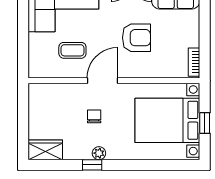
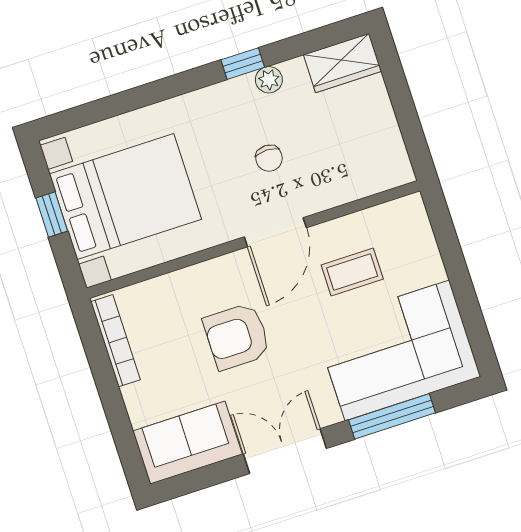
bookcase: (194, 62) -> (115, 341), width x1.56
plant: (99, 153) -> (269, 80), moved

